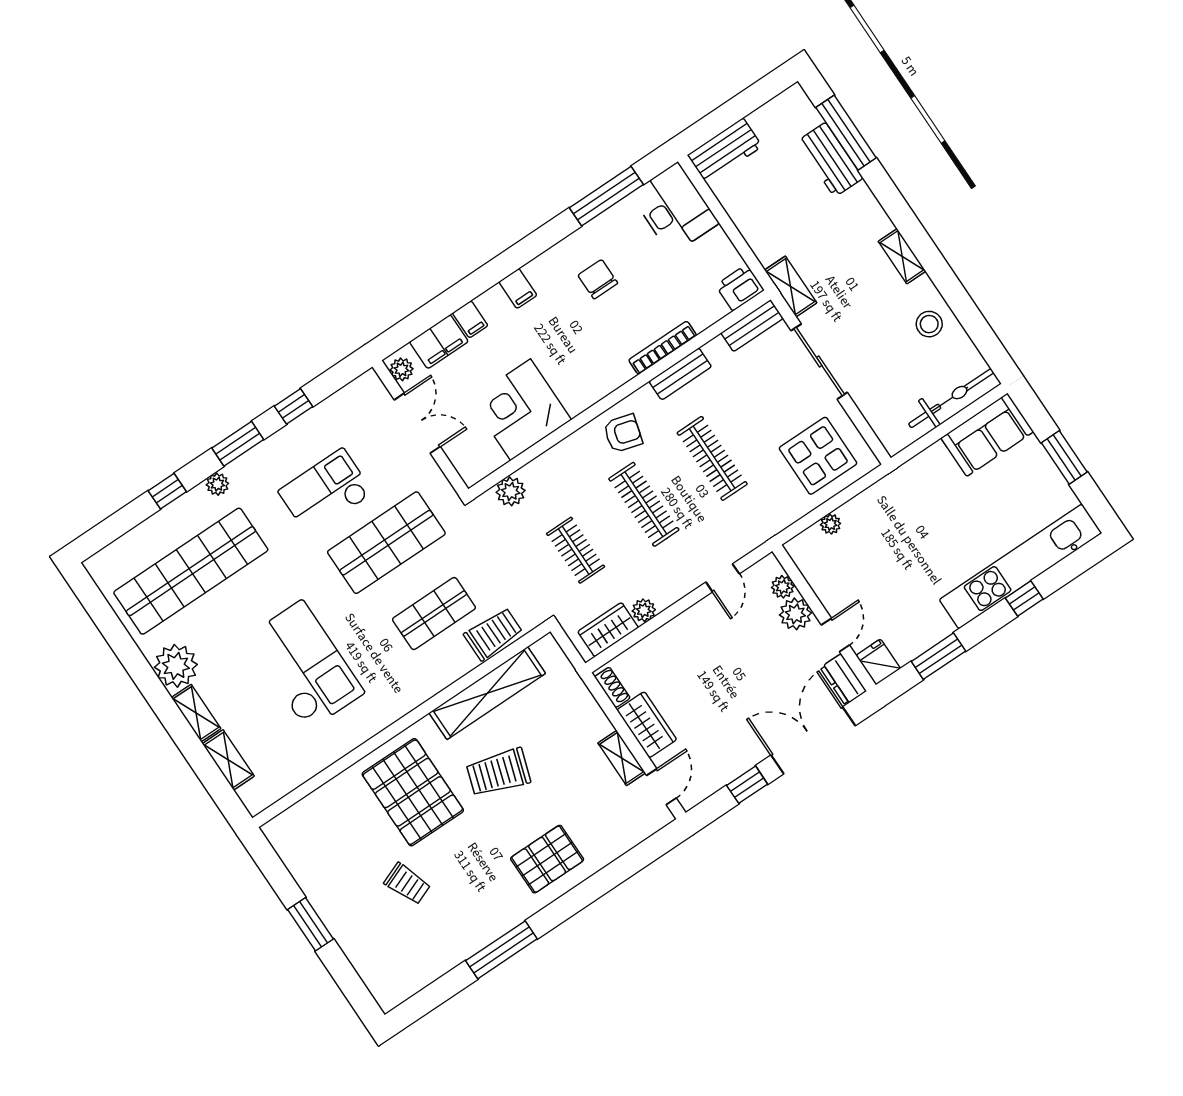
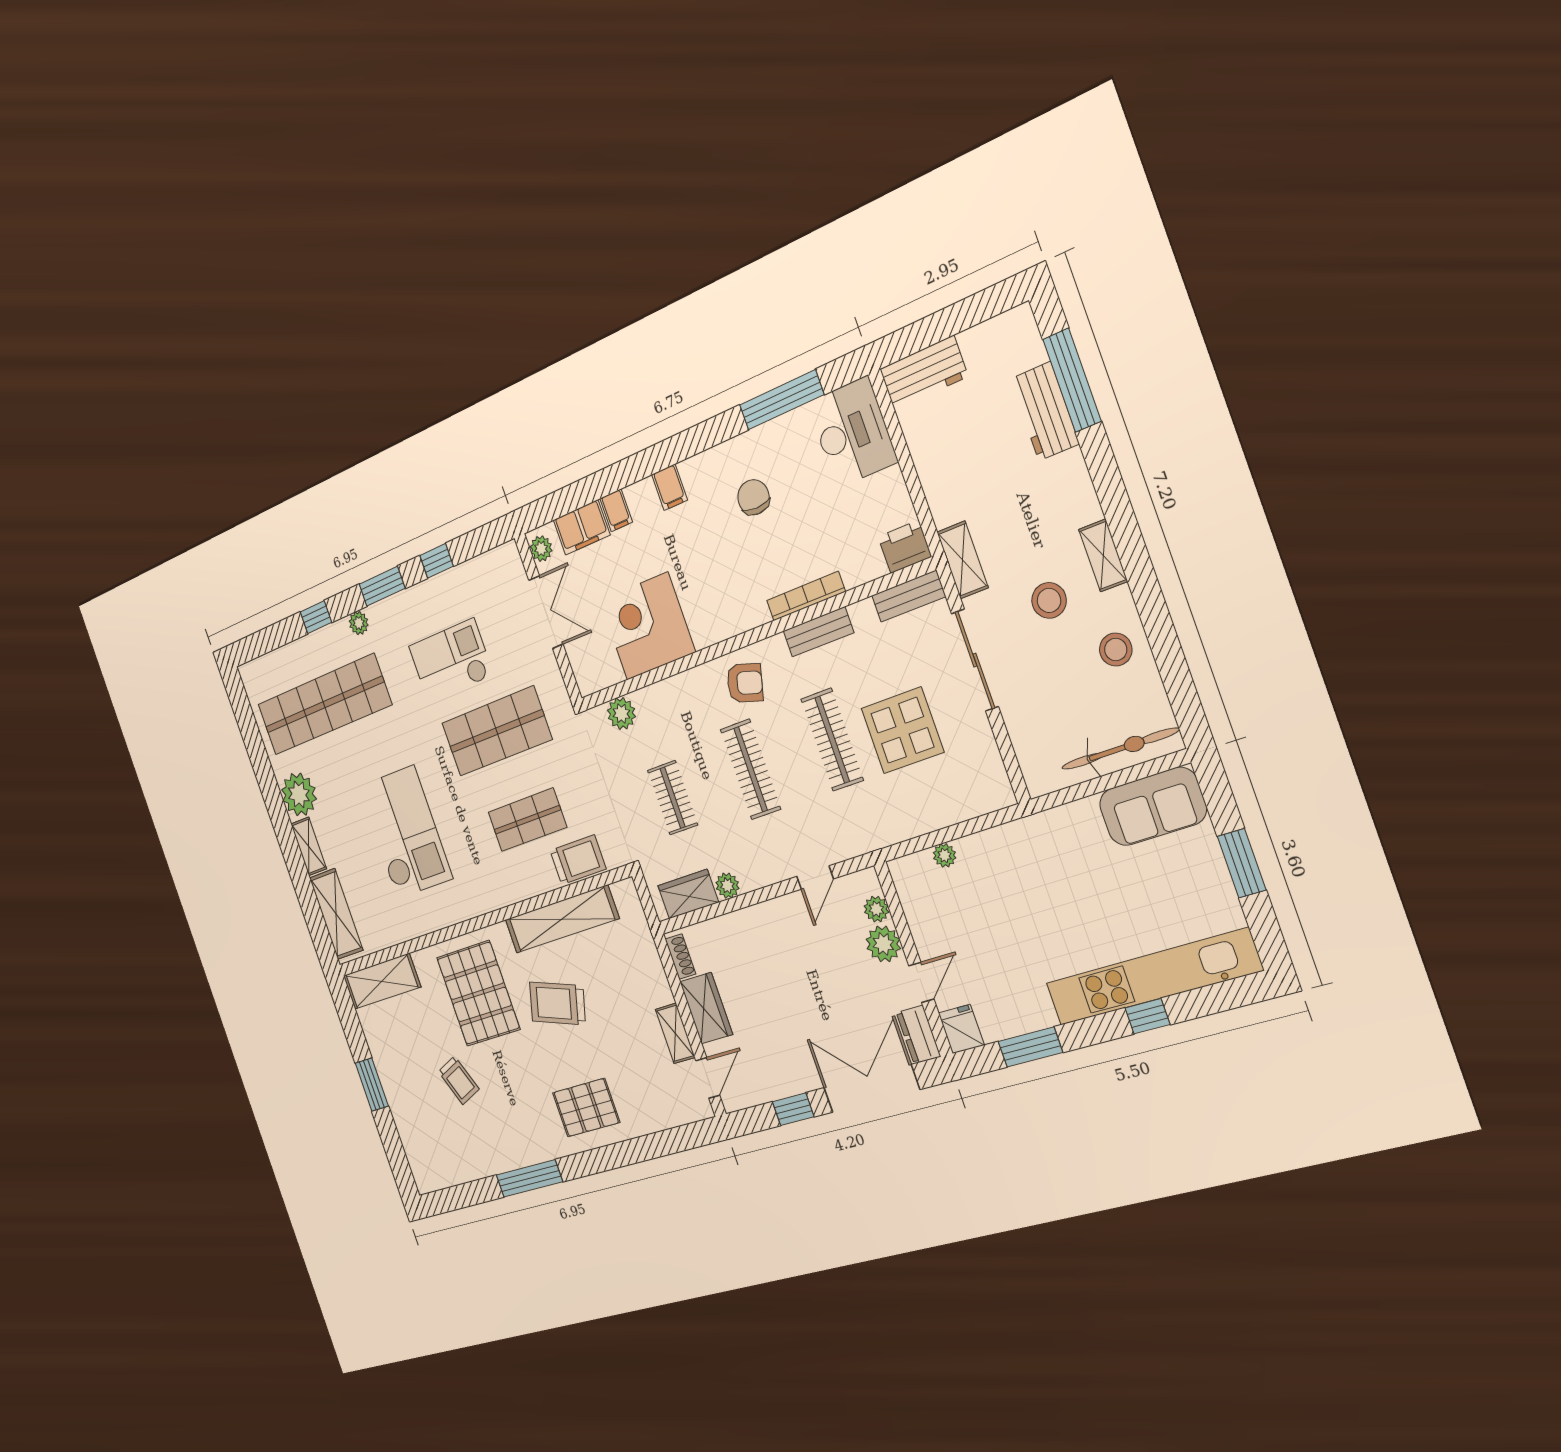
stool: (868, 300) -> (1049, 600), added
display table: (818, 456) -> (902, 730), moved
shelving: (228, 760) -> (336, 914), width x1.50, depth x1.33
shelving: (304, 818) -> (382, 981), added

